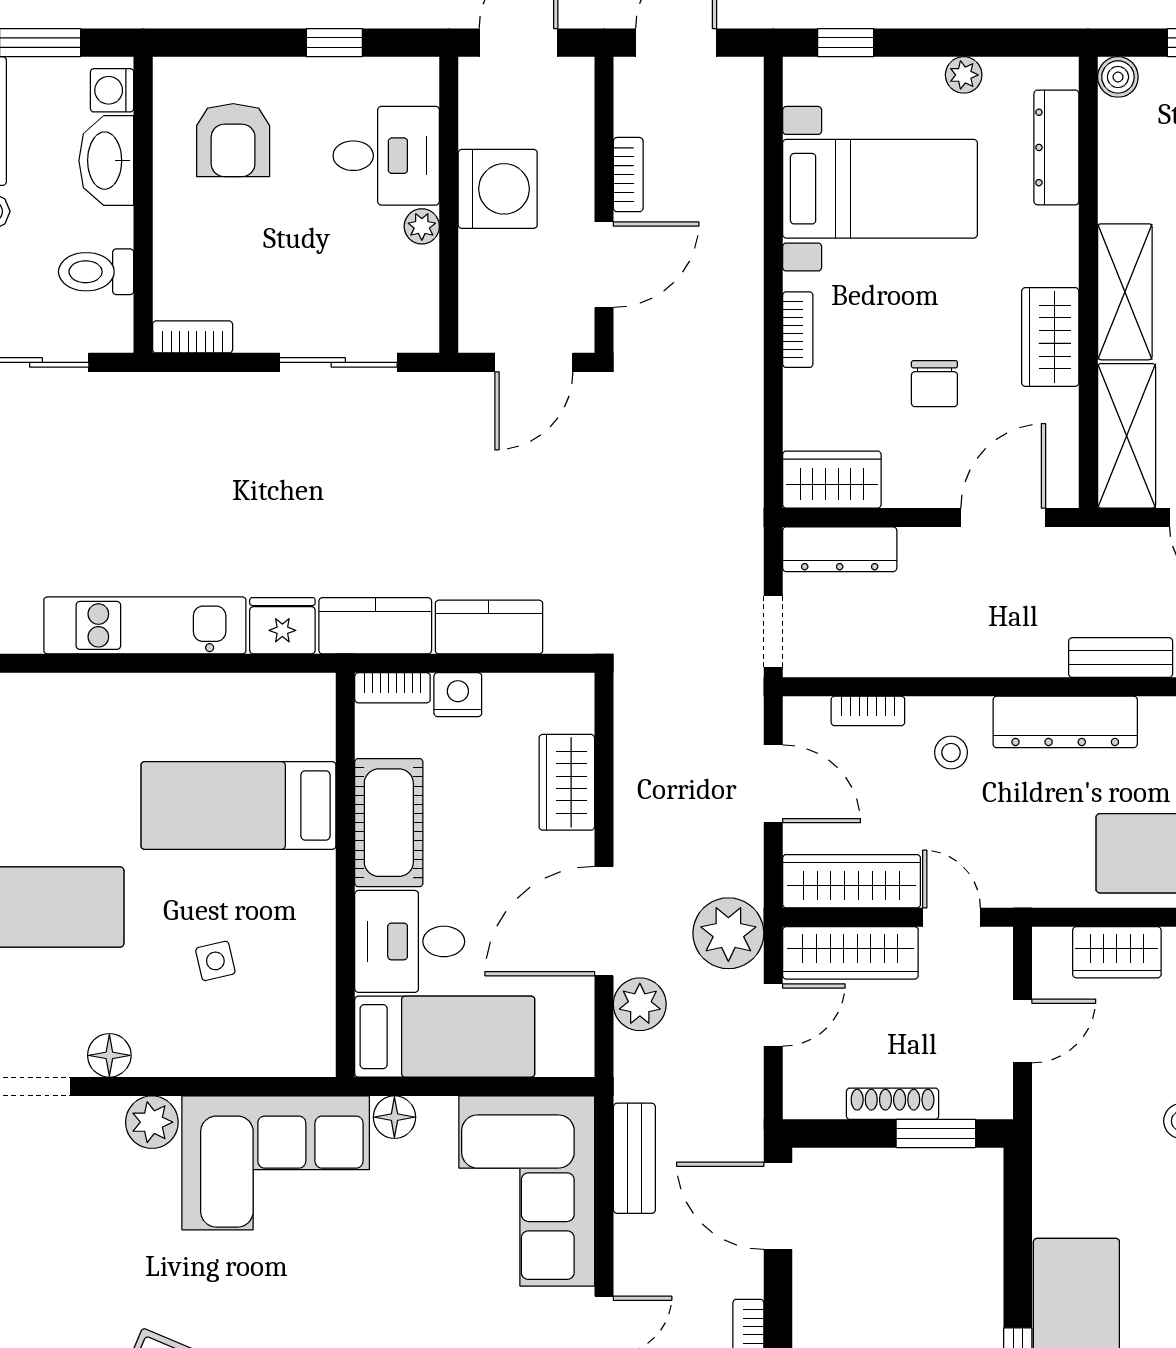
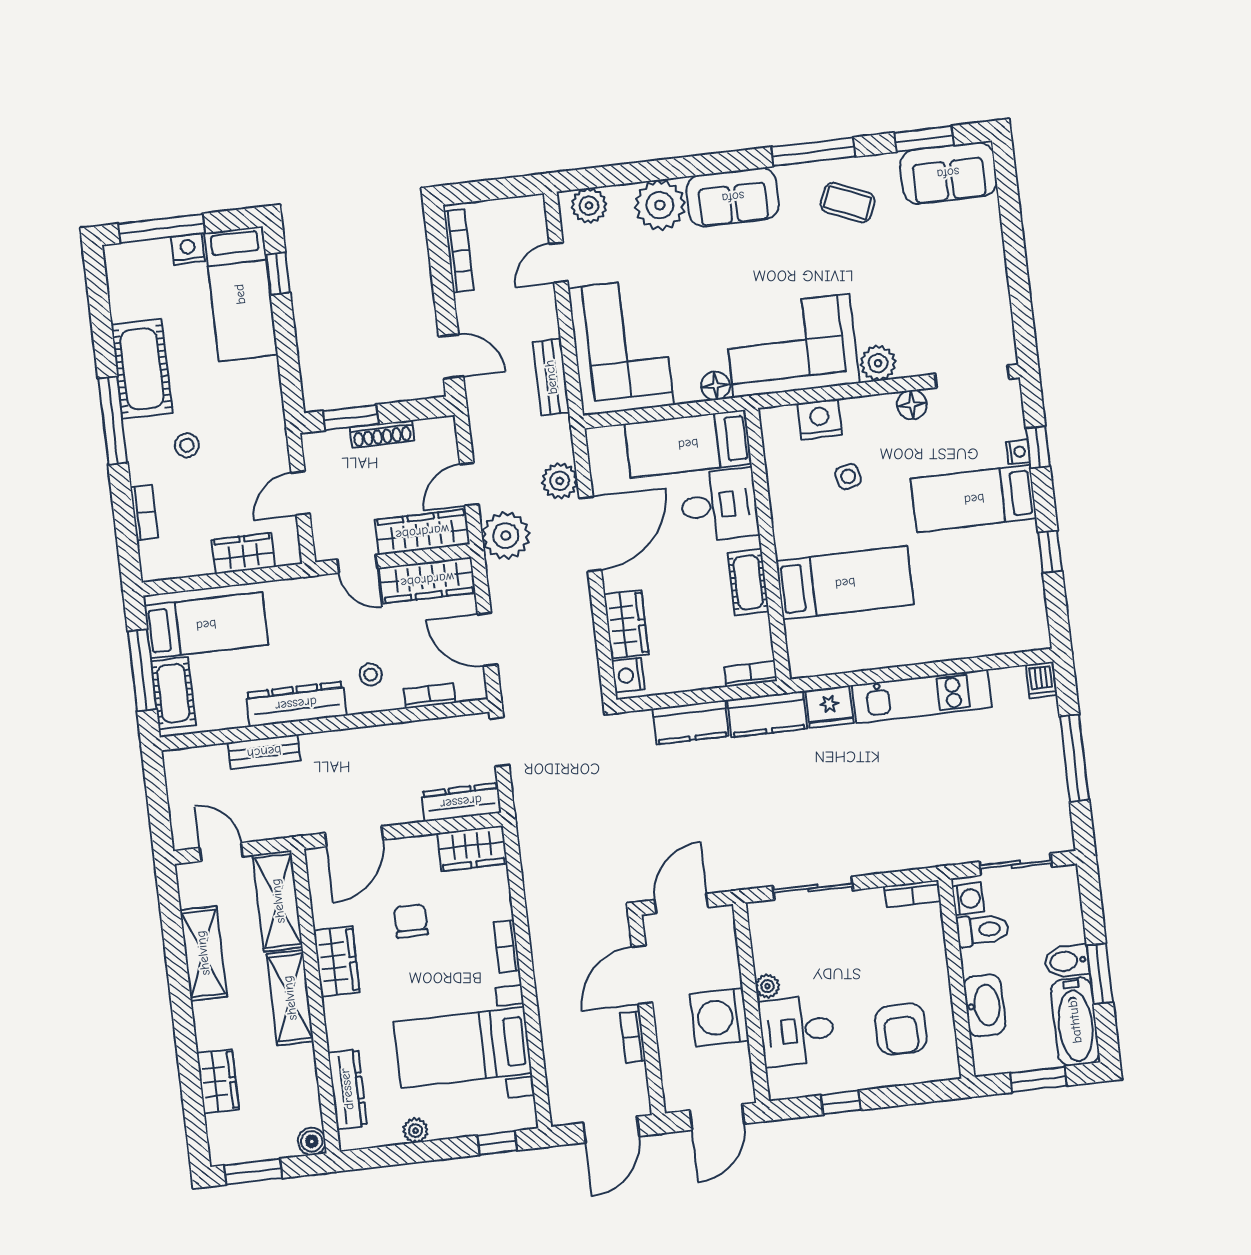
washing machine: (112, 90) -> (968, 899), moved
armchair: (233, 140) -> (901, 1029), turned 180
nightstand: (458, 695) -> (628, 675), moved, turned 90
cot: (389, 823) -> (748, 582), width x0.73, depth x0.75
nightstand: (247, 1050) -> (820, 419), added
door: (778, 1206) -> (451, 356), width x0.73

